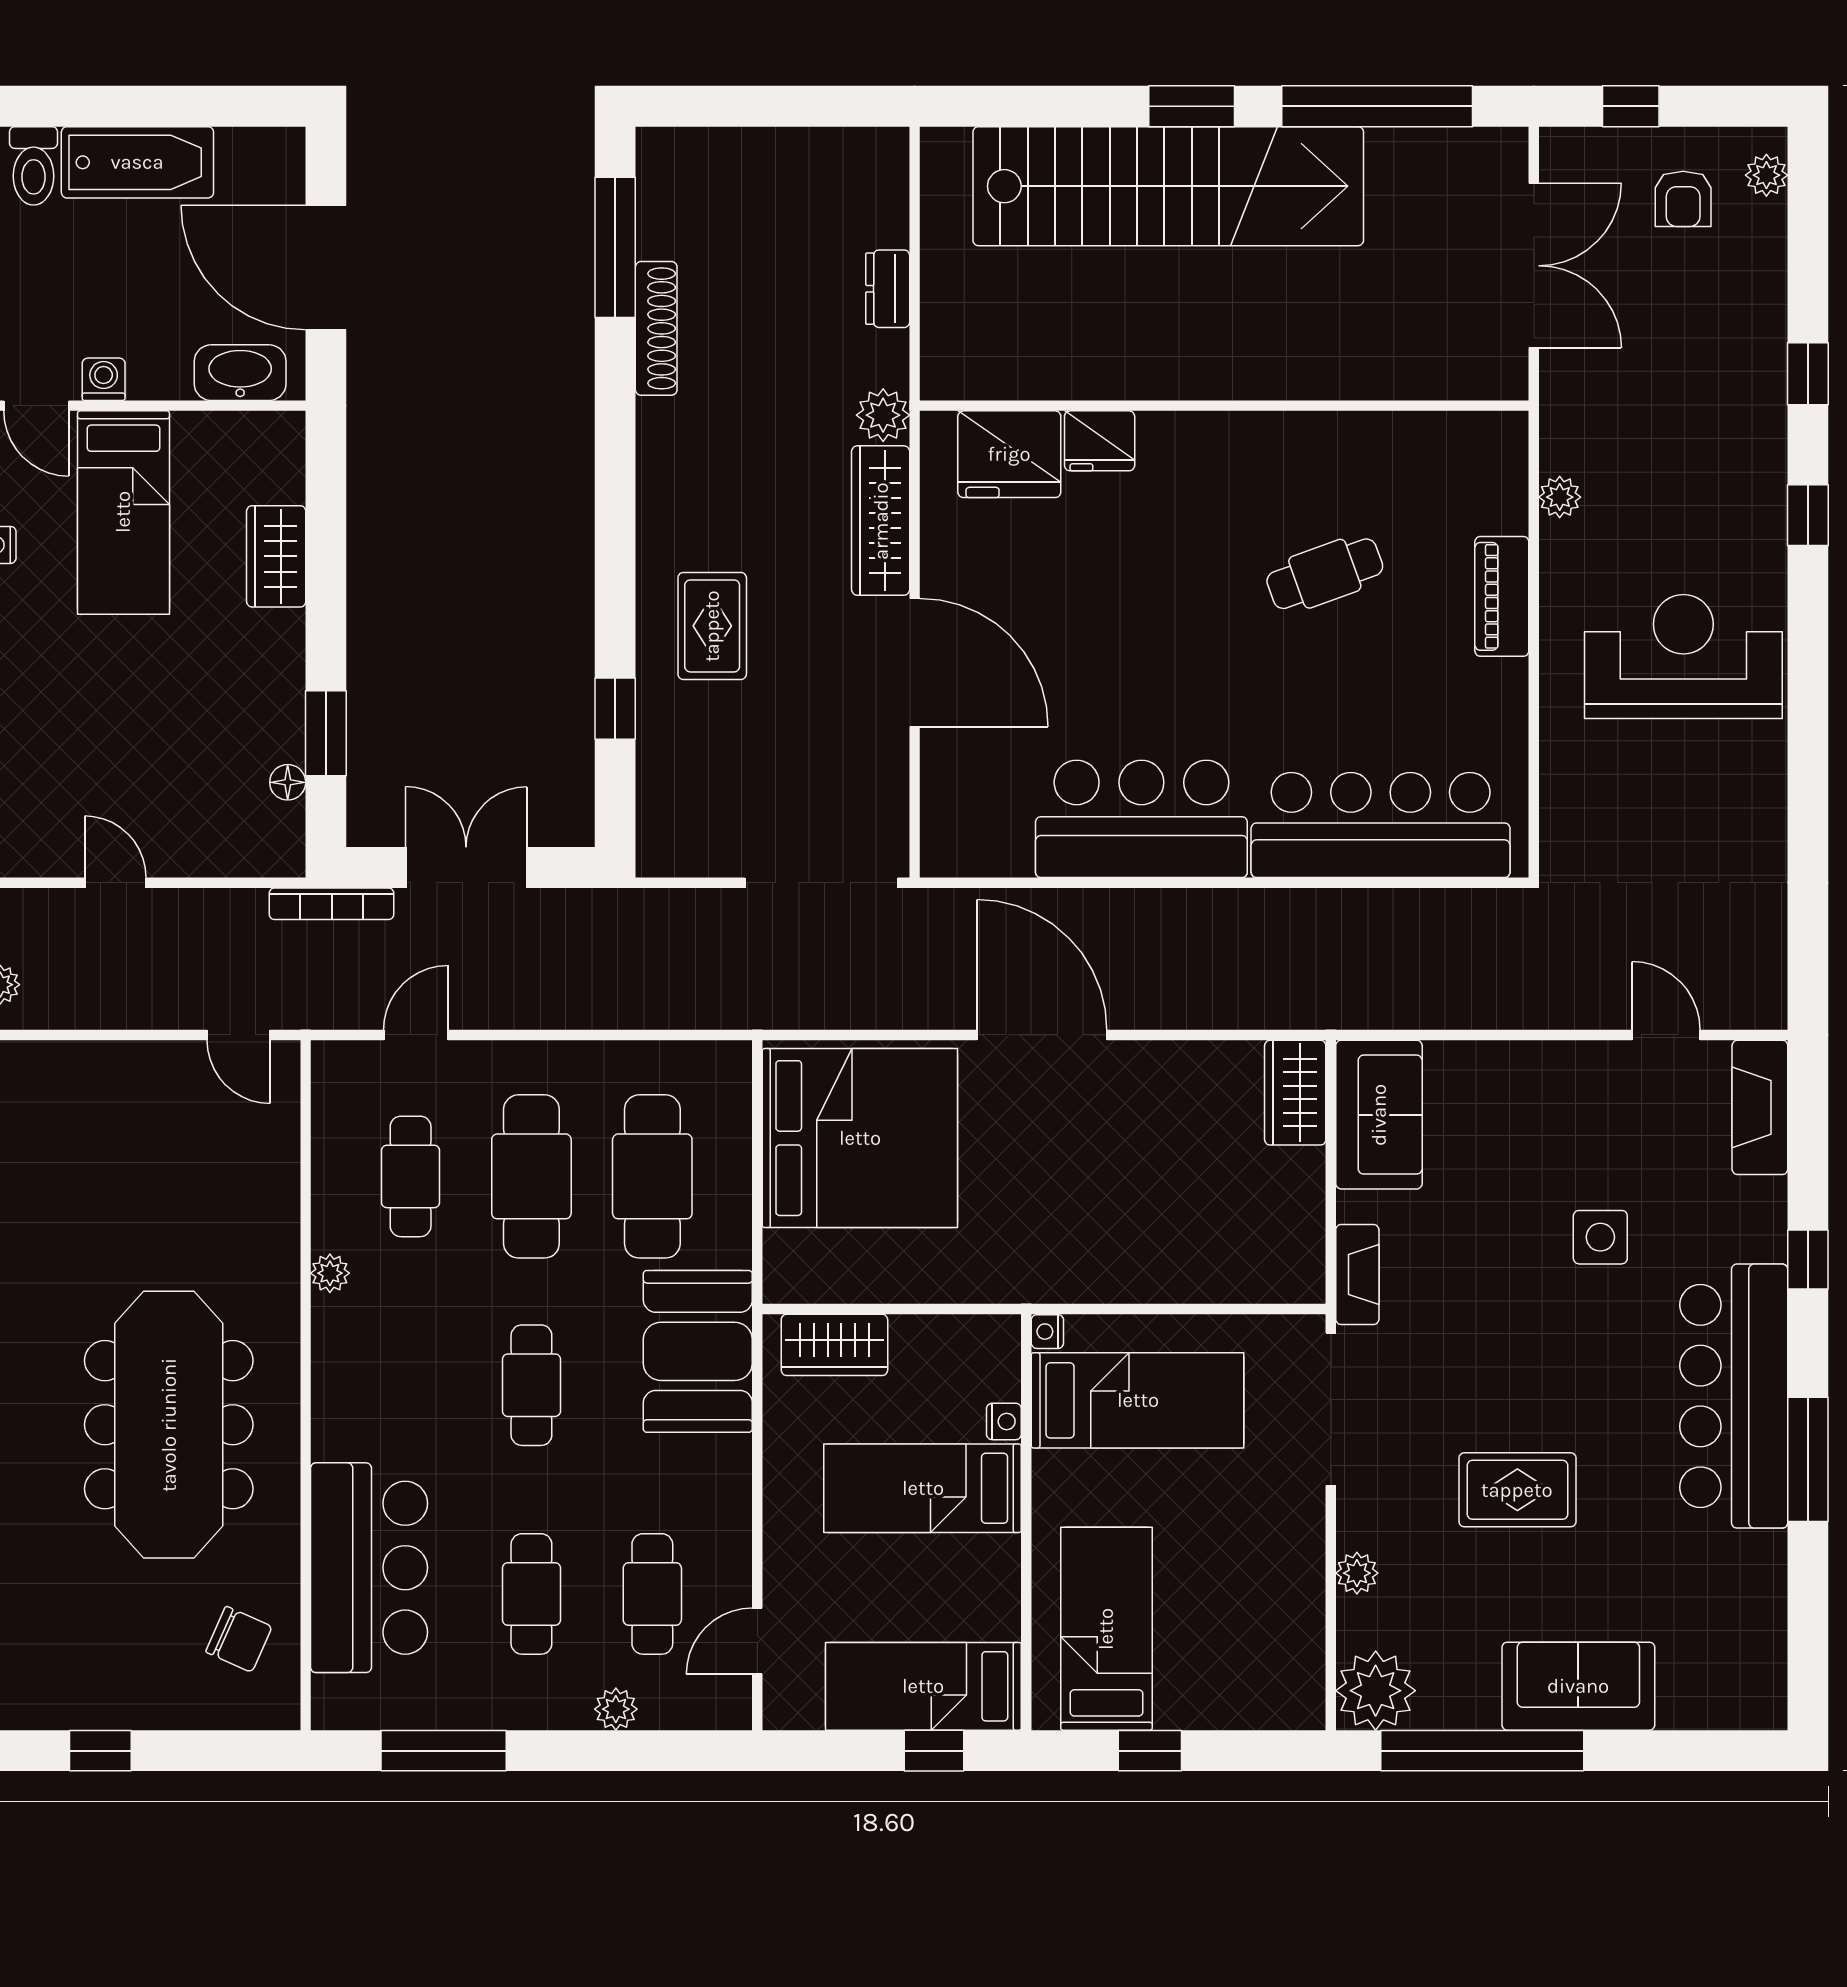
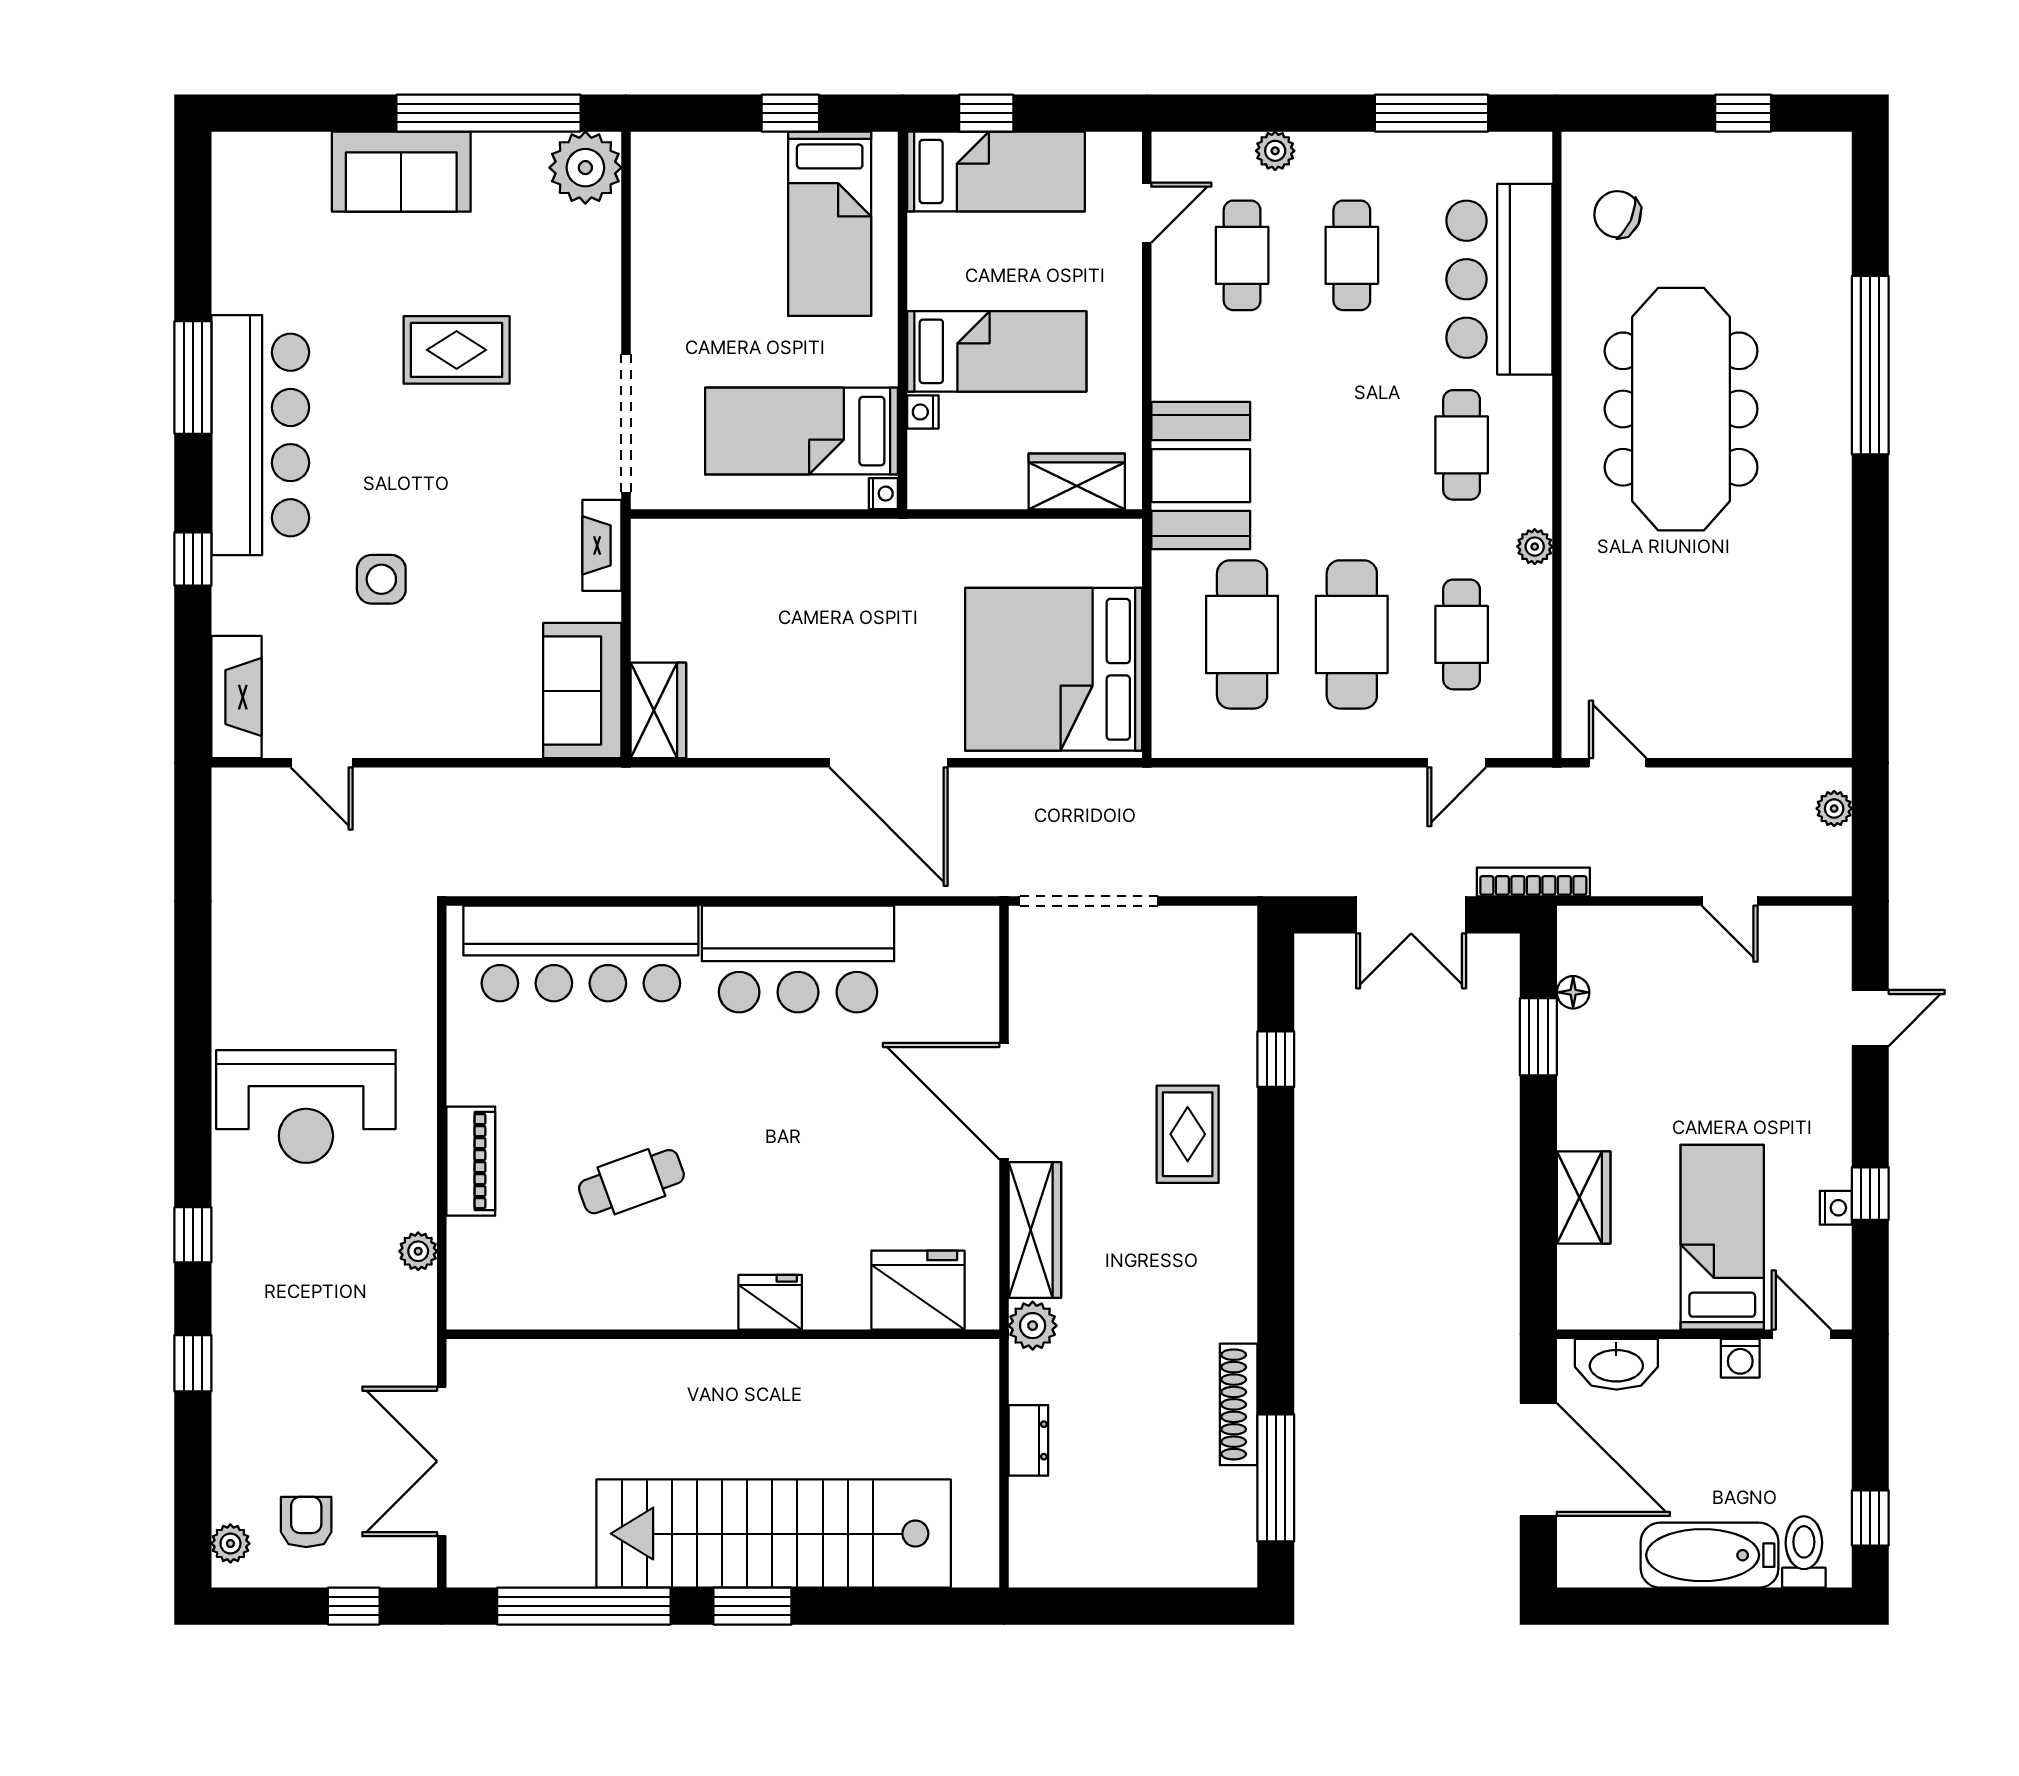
fridge: (1100, 441) -> (770, 1302), moved
cafe table: (531, 1385) -> (1462, 445), moved
plant: (1357, 1573) -> (602, 274), removed

